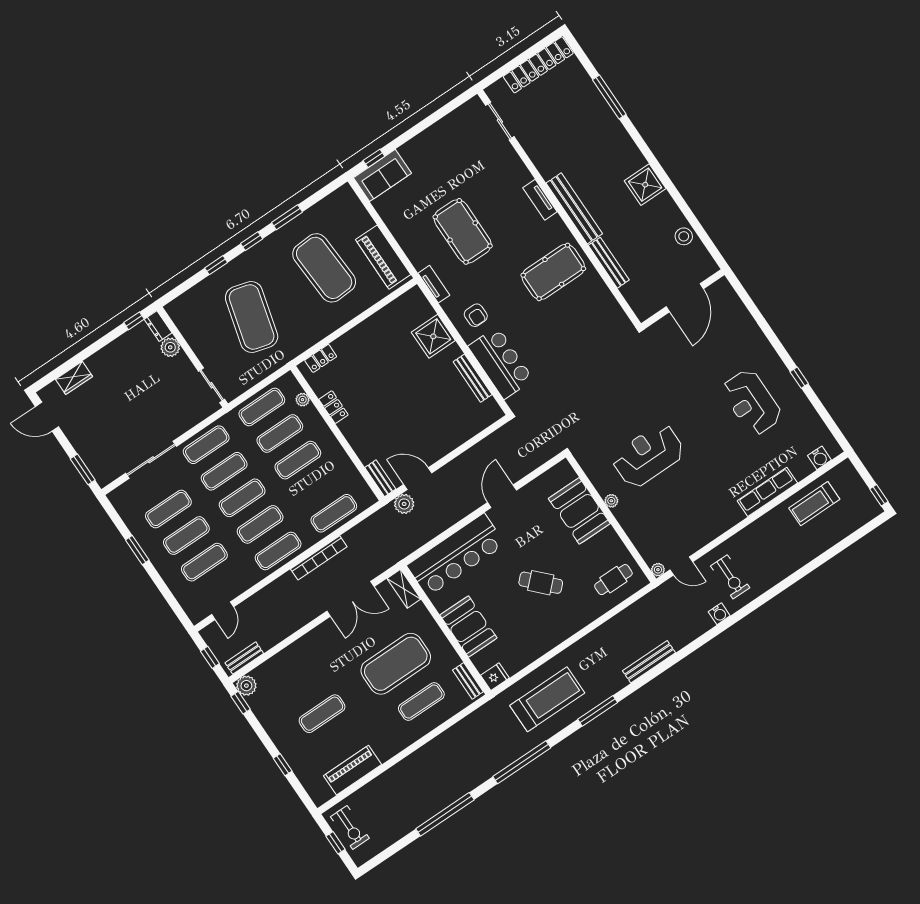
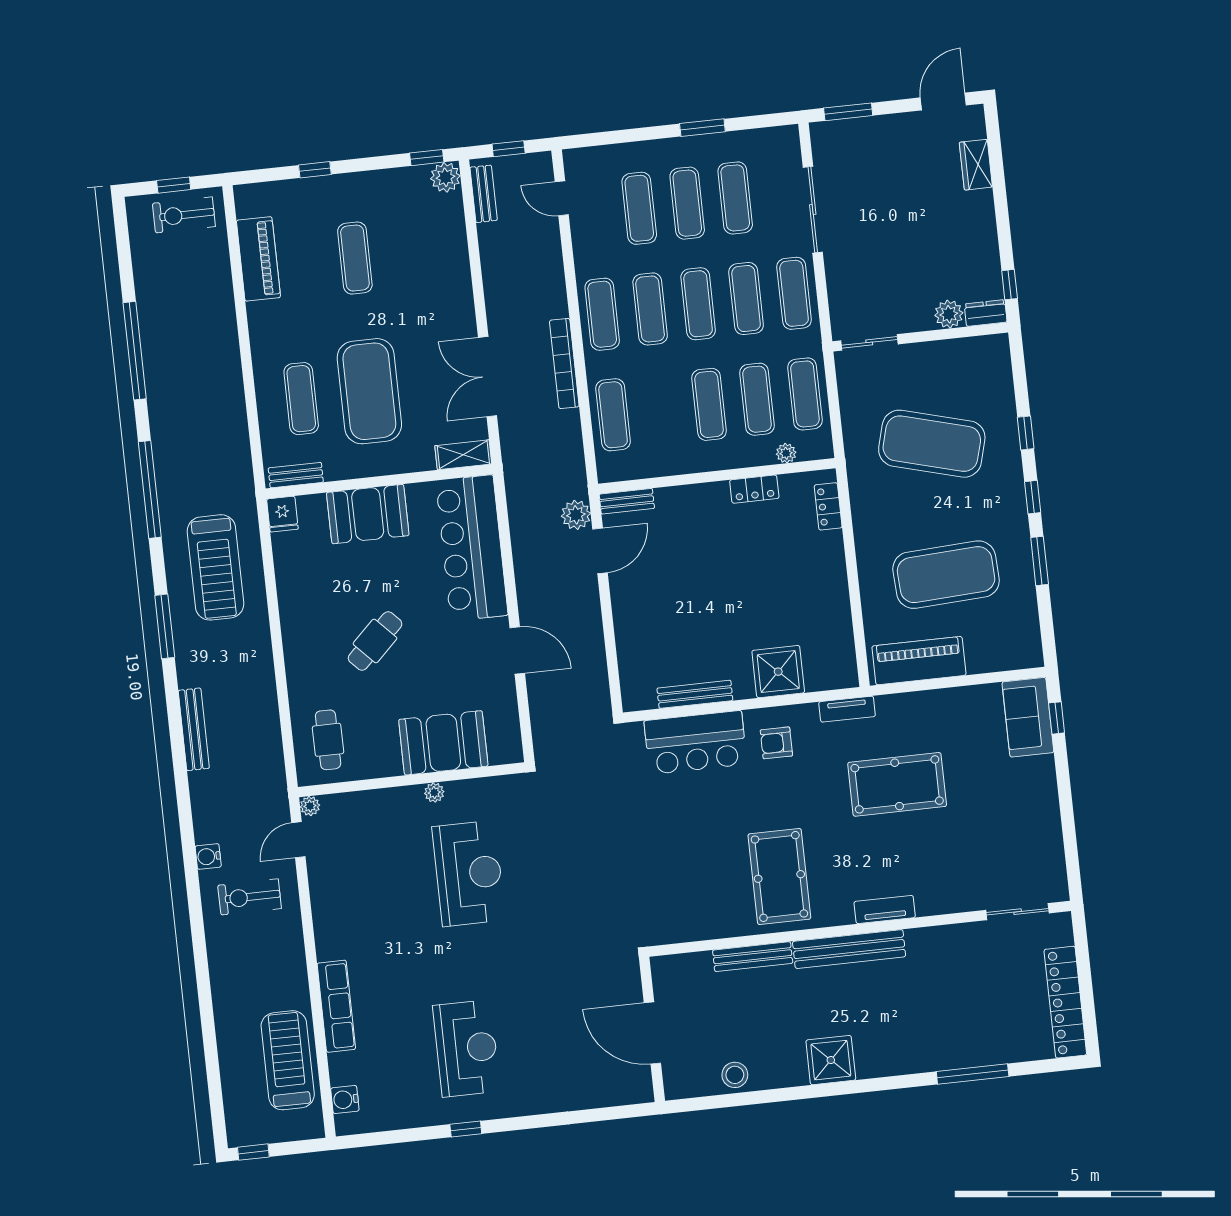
reception desk: (752, 402) -> (466, 1048), turned 90
treadmill: (814, 504) -> (288, 1060), width x1.37, depth x1.38

